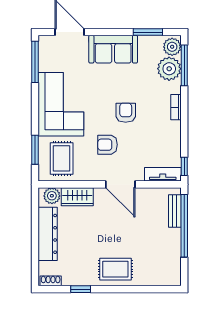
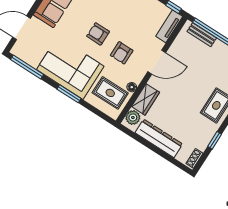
armchair: (126, 113) -> (98, 34), moved
window: (35, 150) -> (69, 94), moved
floor lamp: (81, 176) -> (132, 87), added

